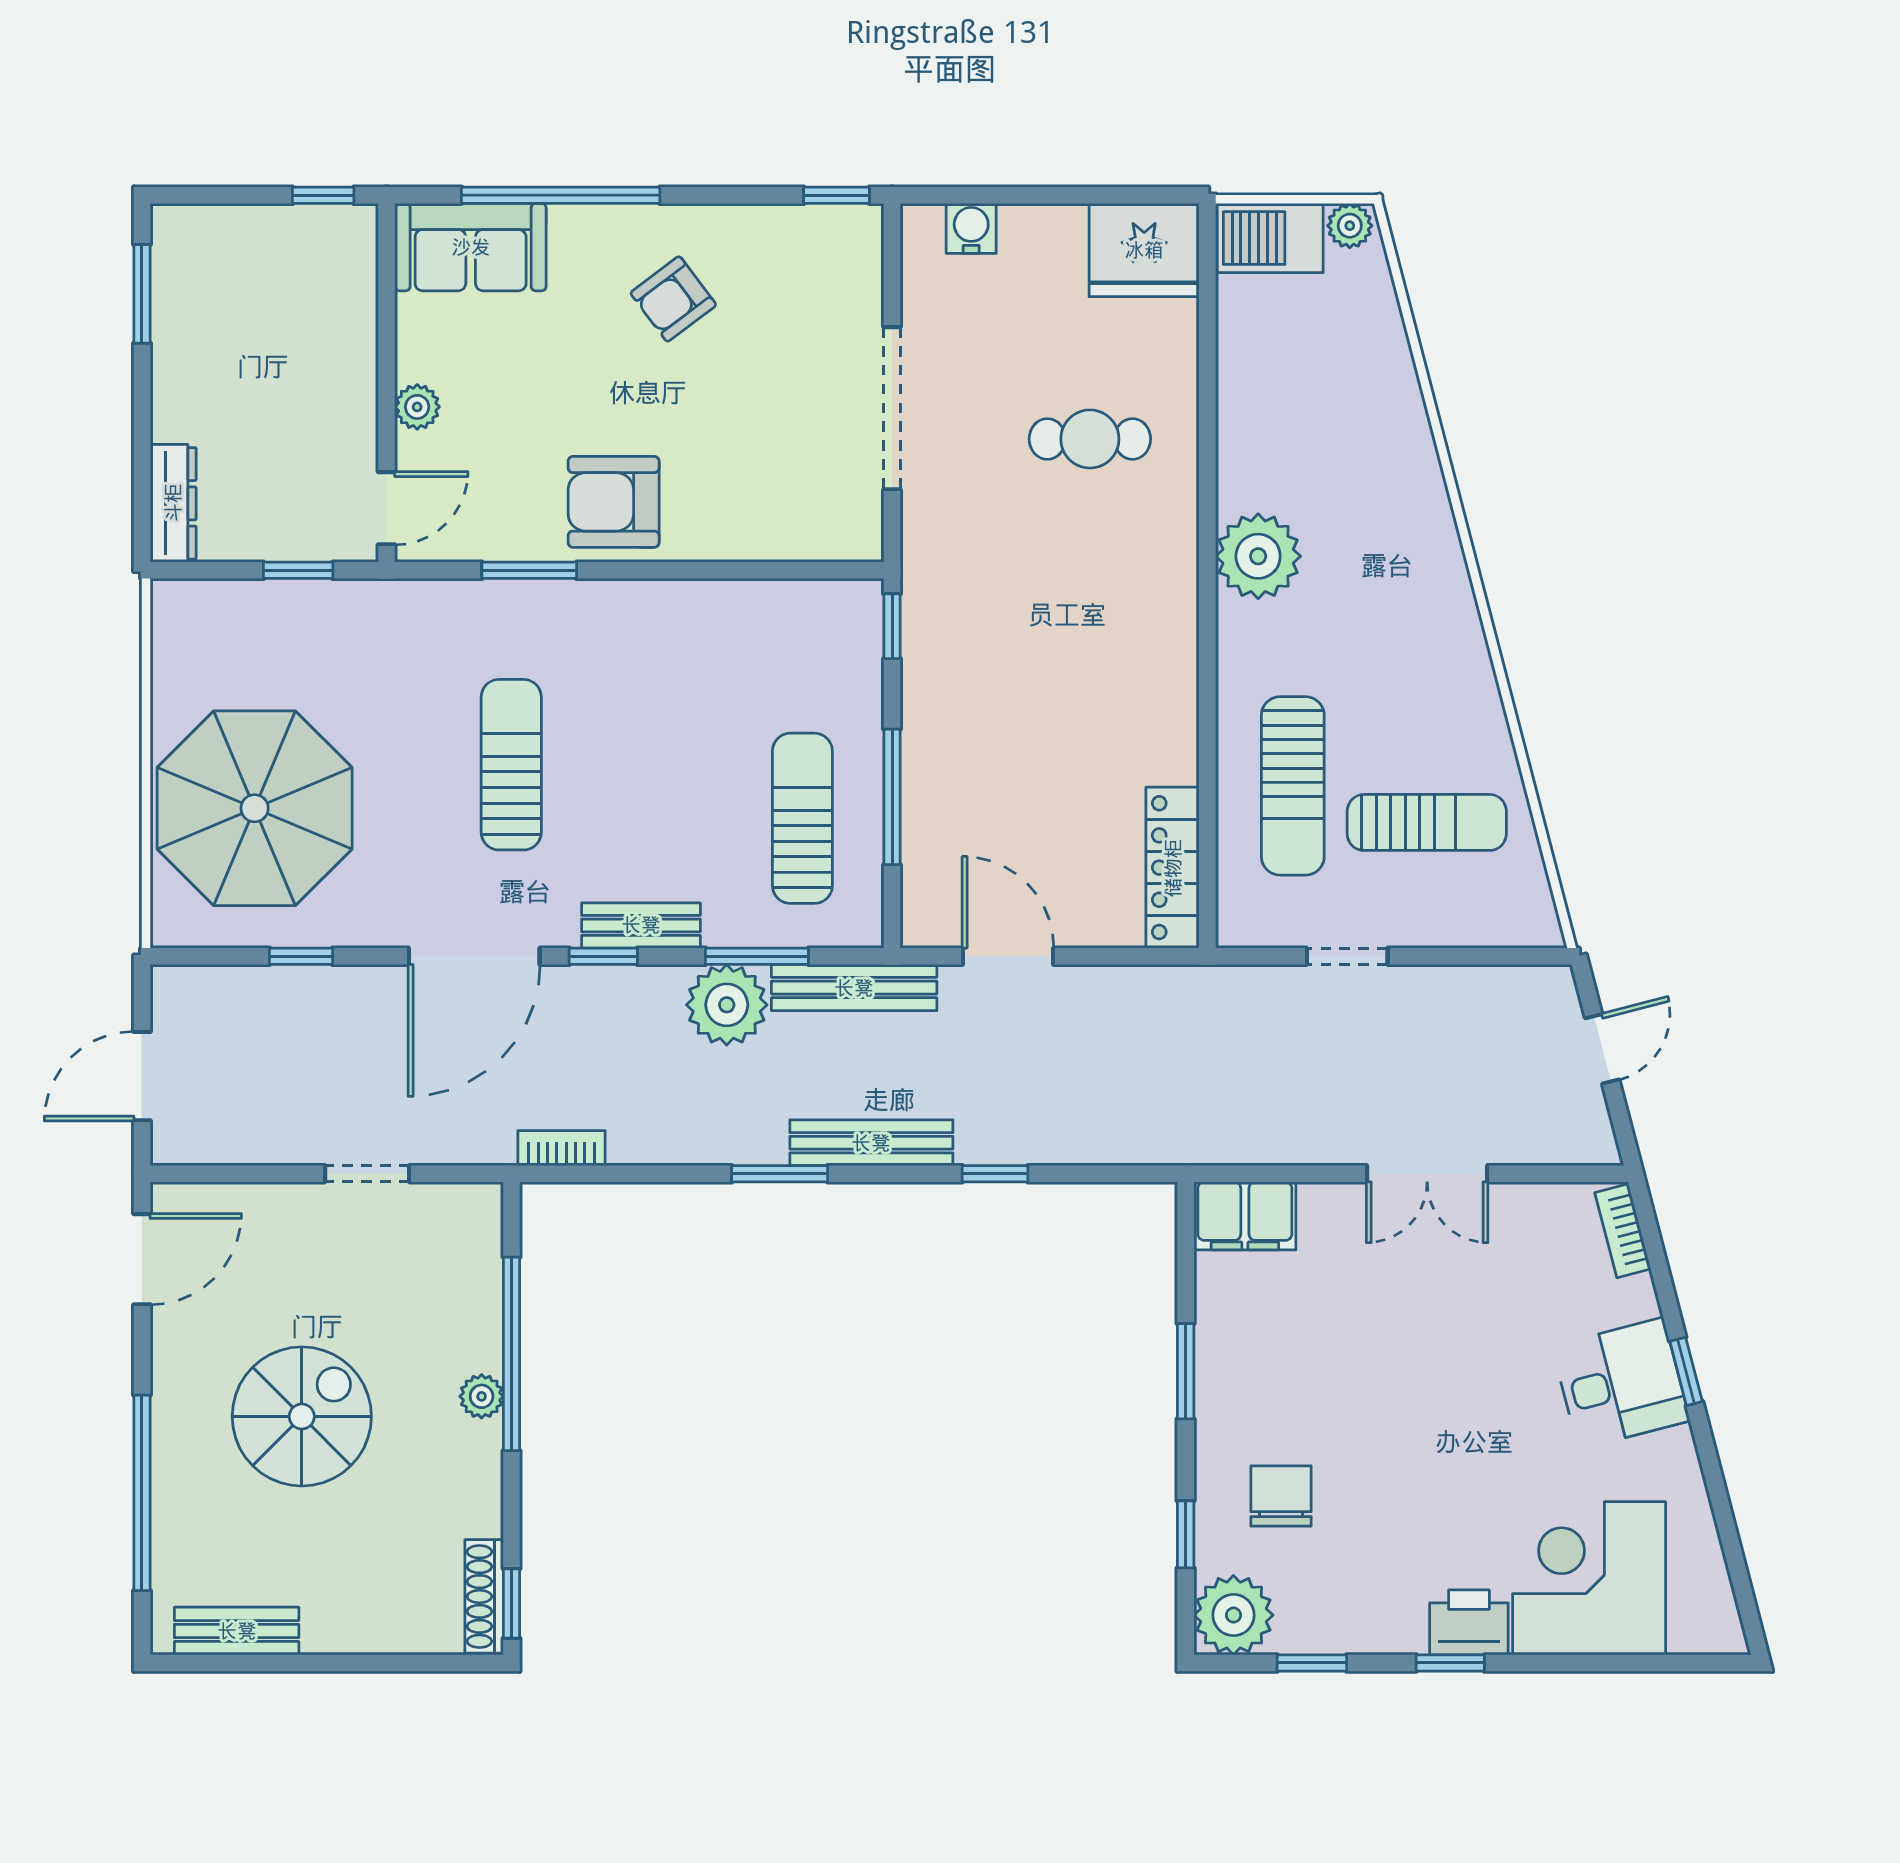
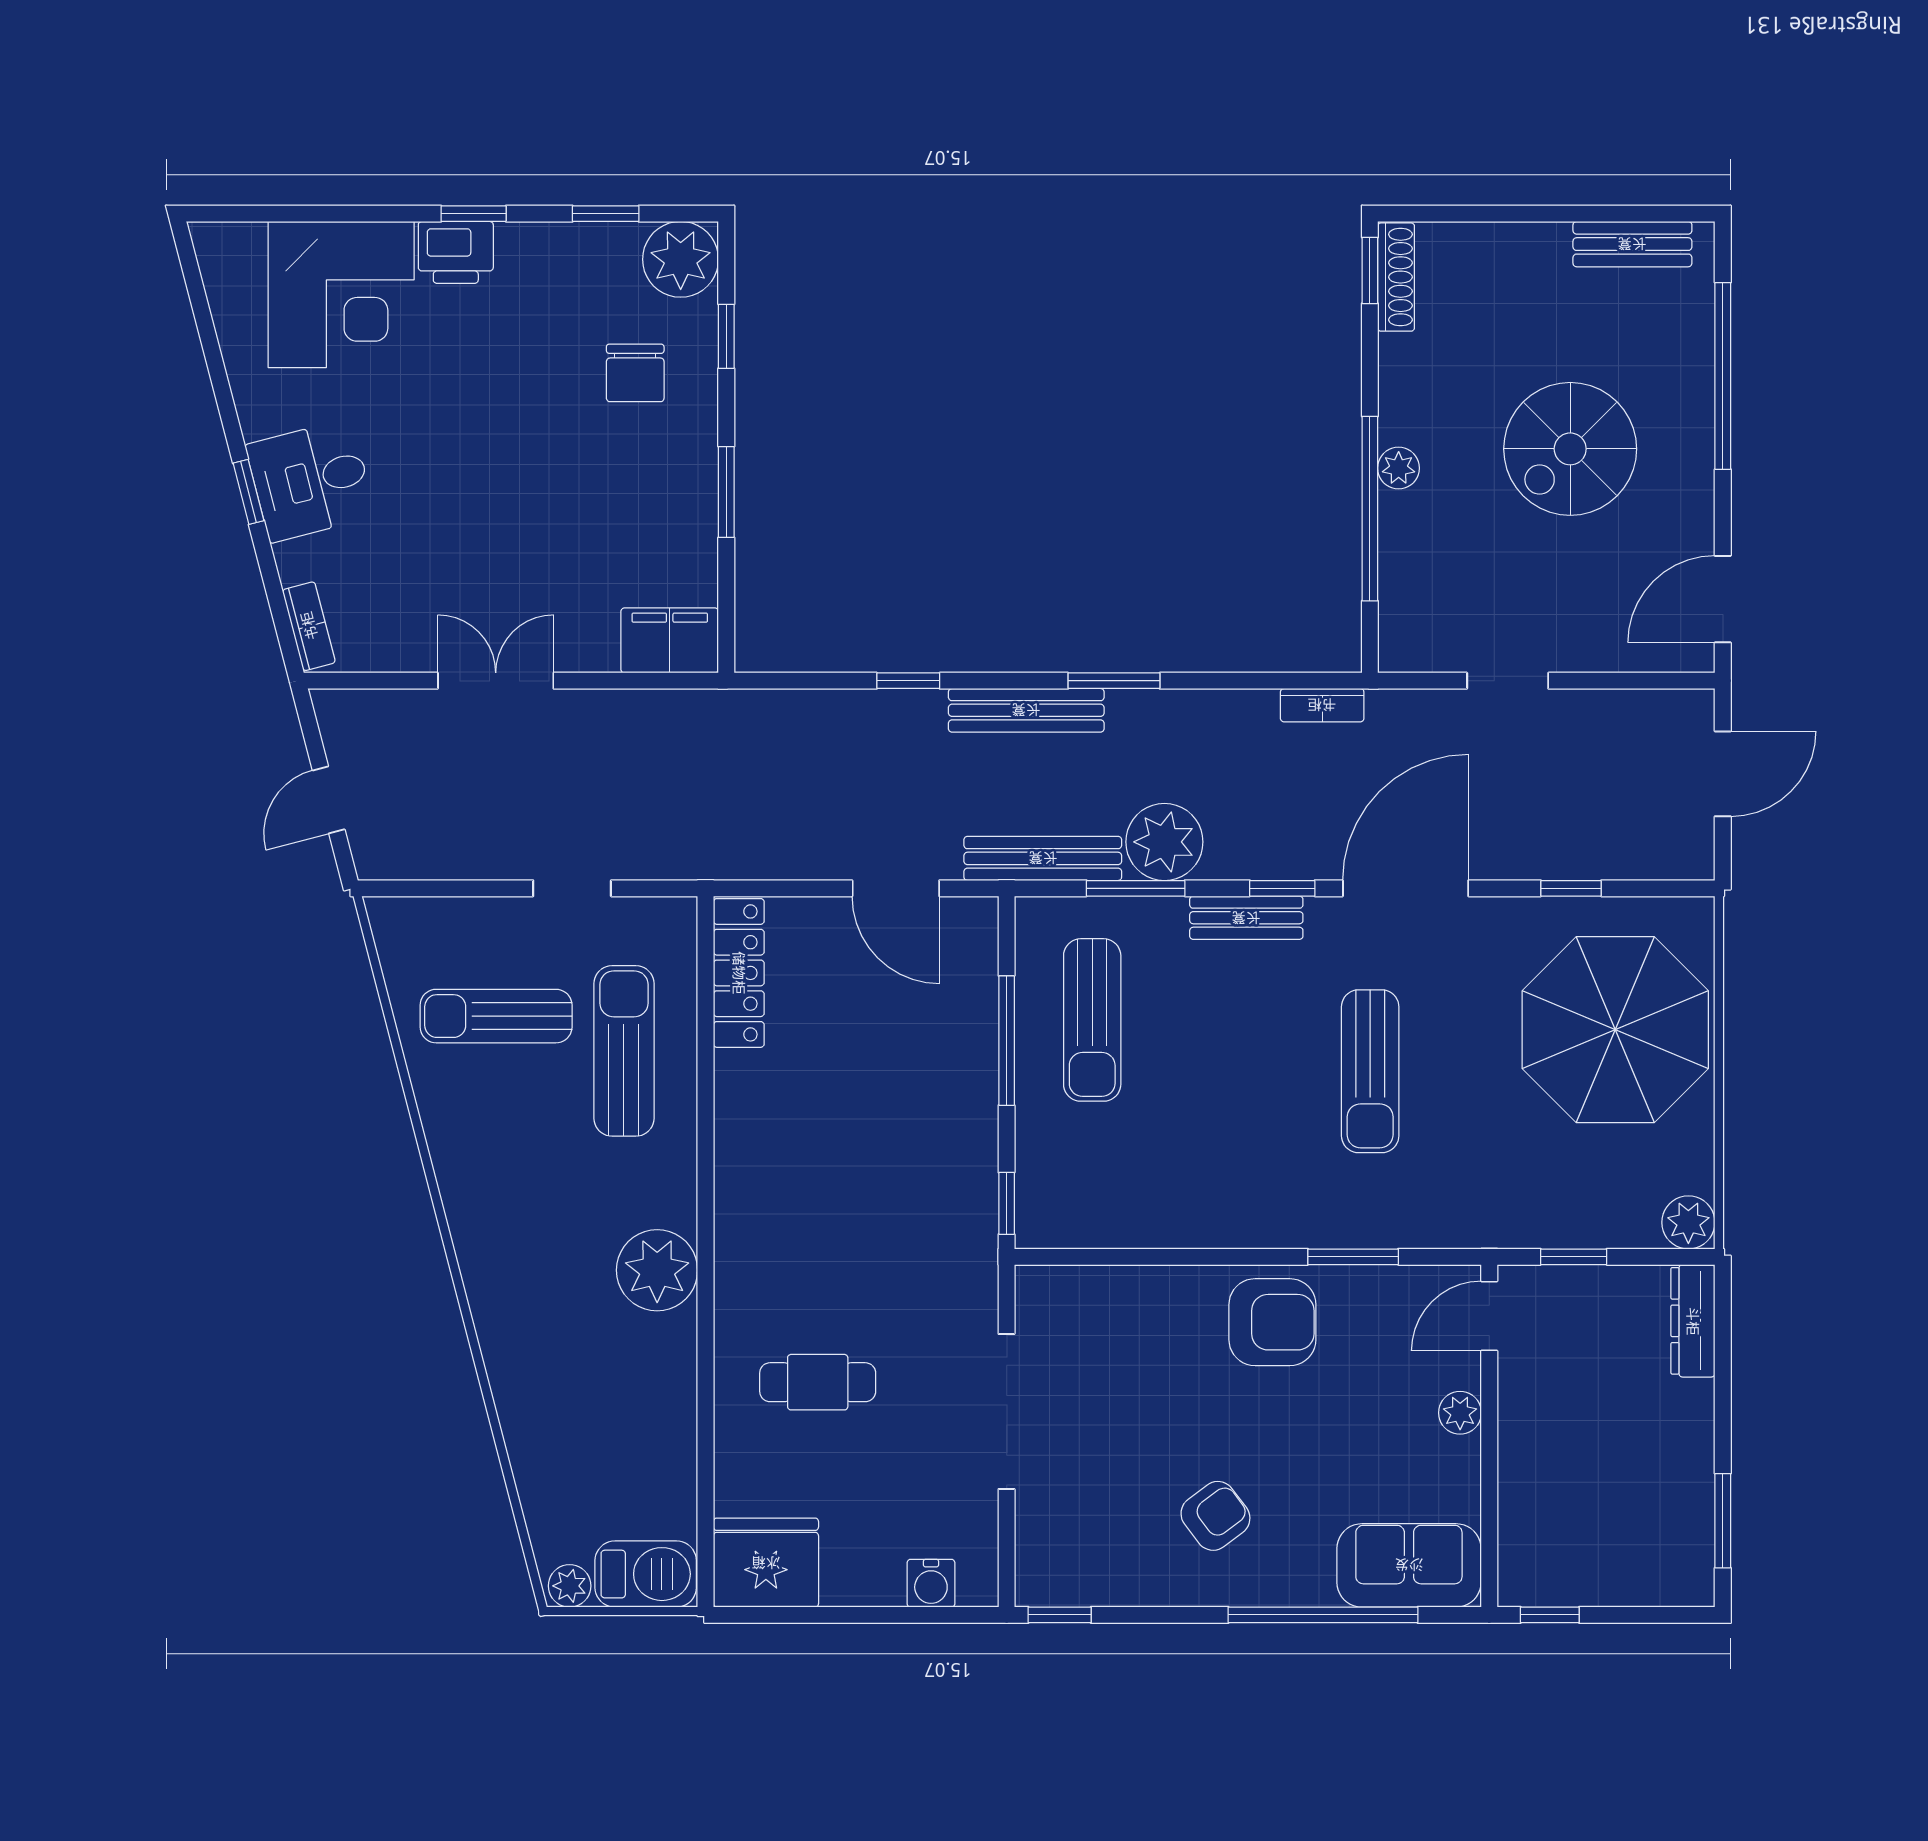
plant: (178, 606) -> (1688, 1222), added

